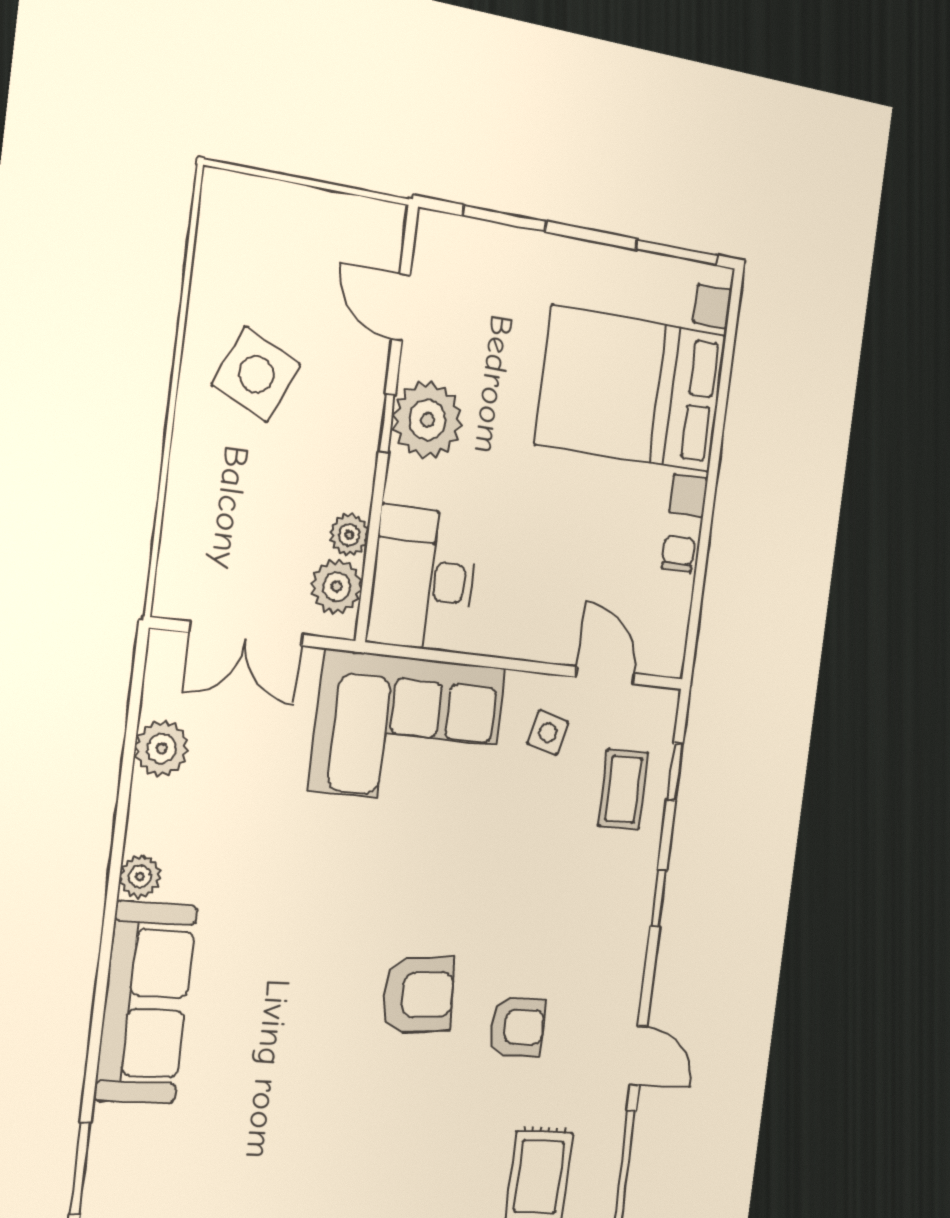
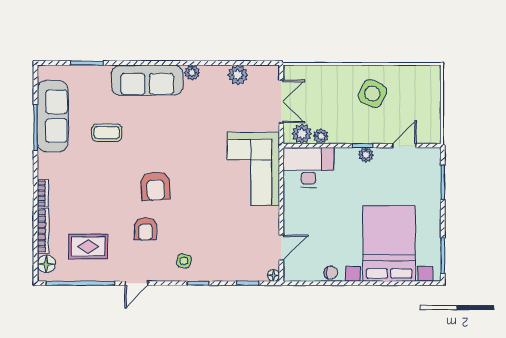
plant: (427, 420) -> (366, 155), width x0.53, depth x0.53
double door: (246, 634) -> (281, 101), swing flipped
floor lamp: (666, 703) -> (273, 275), added
side table: (548, 733) -> (184, 261), moved
coffee table: (623, 789) -> (107, 133), moved

